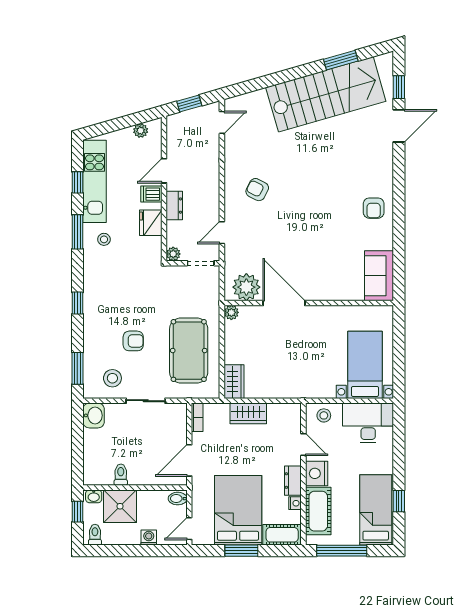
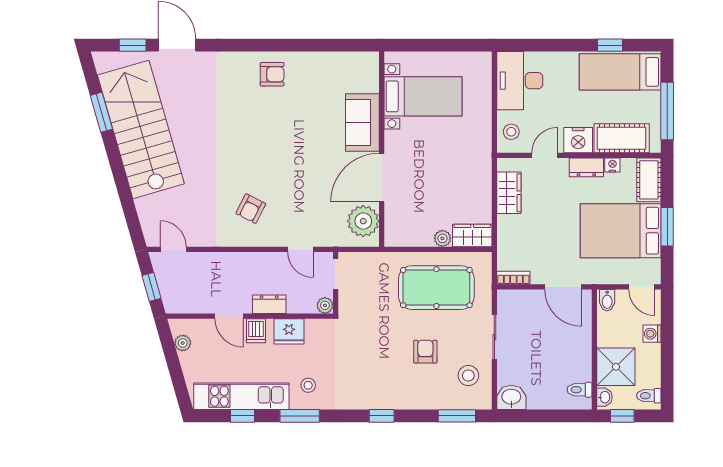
sofa: (379, 276) -> (362, 123), moved, turned 90
plant: (231, 312) -> (442, 238), moved
bed with nightstands: (365, 365) -> (423, 96), moved, turned 180
wardrobe: (248, 413) -> (509, 193), moved
toilet: (121, 475) -> (580, 390), moved

